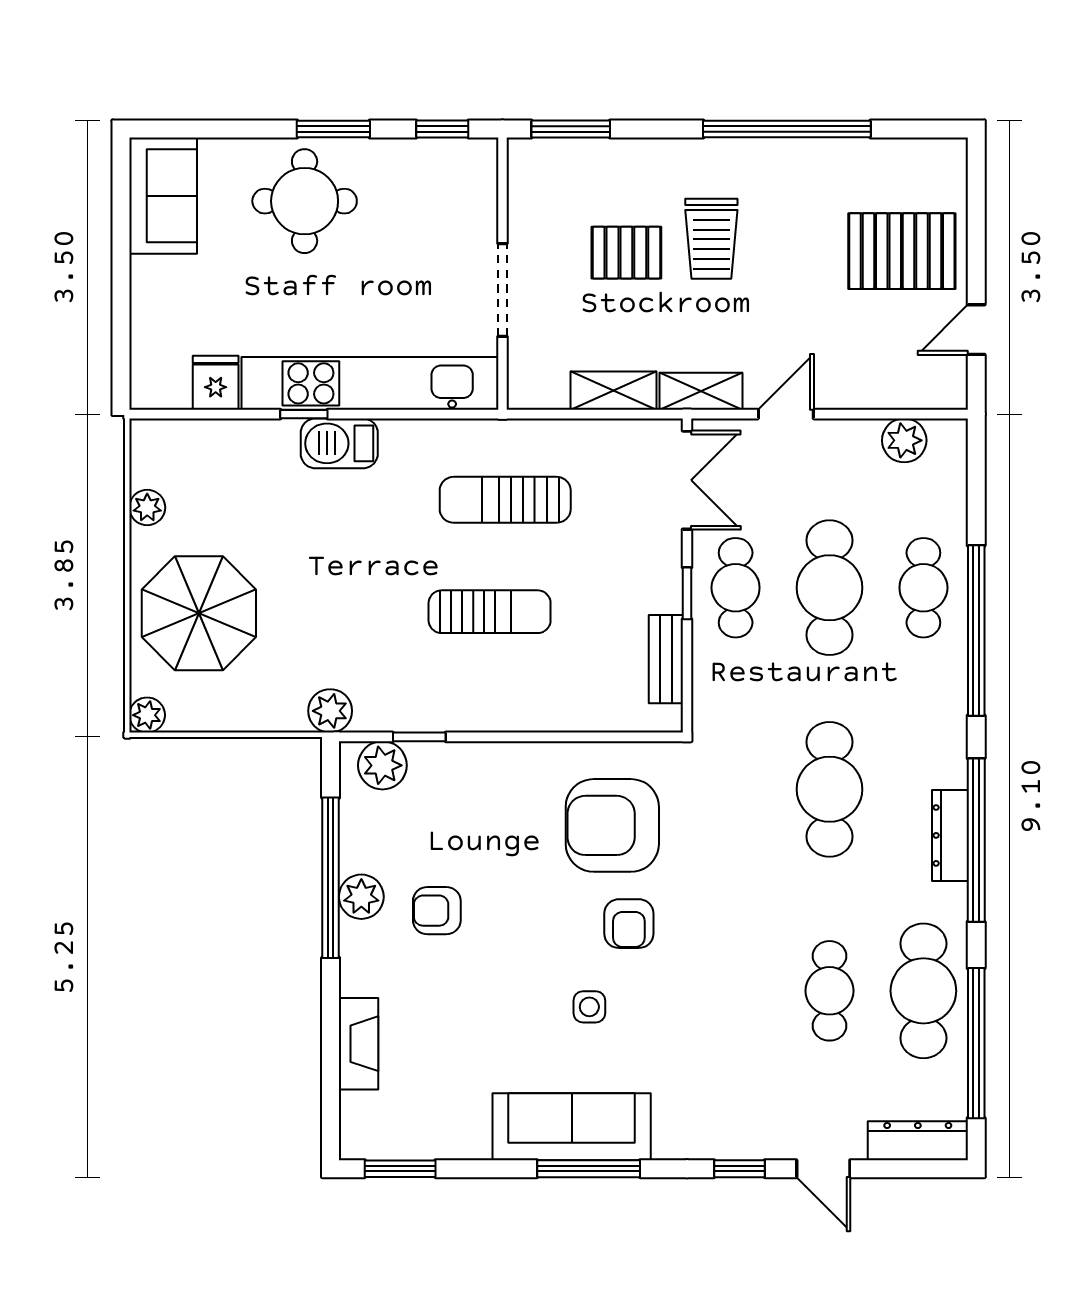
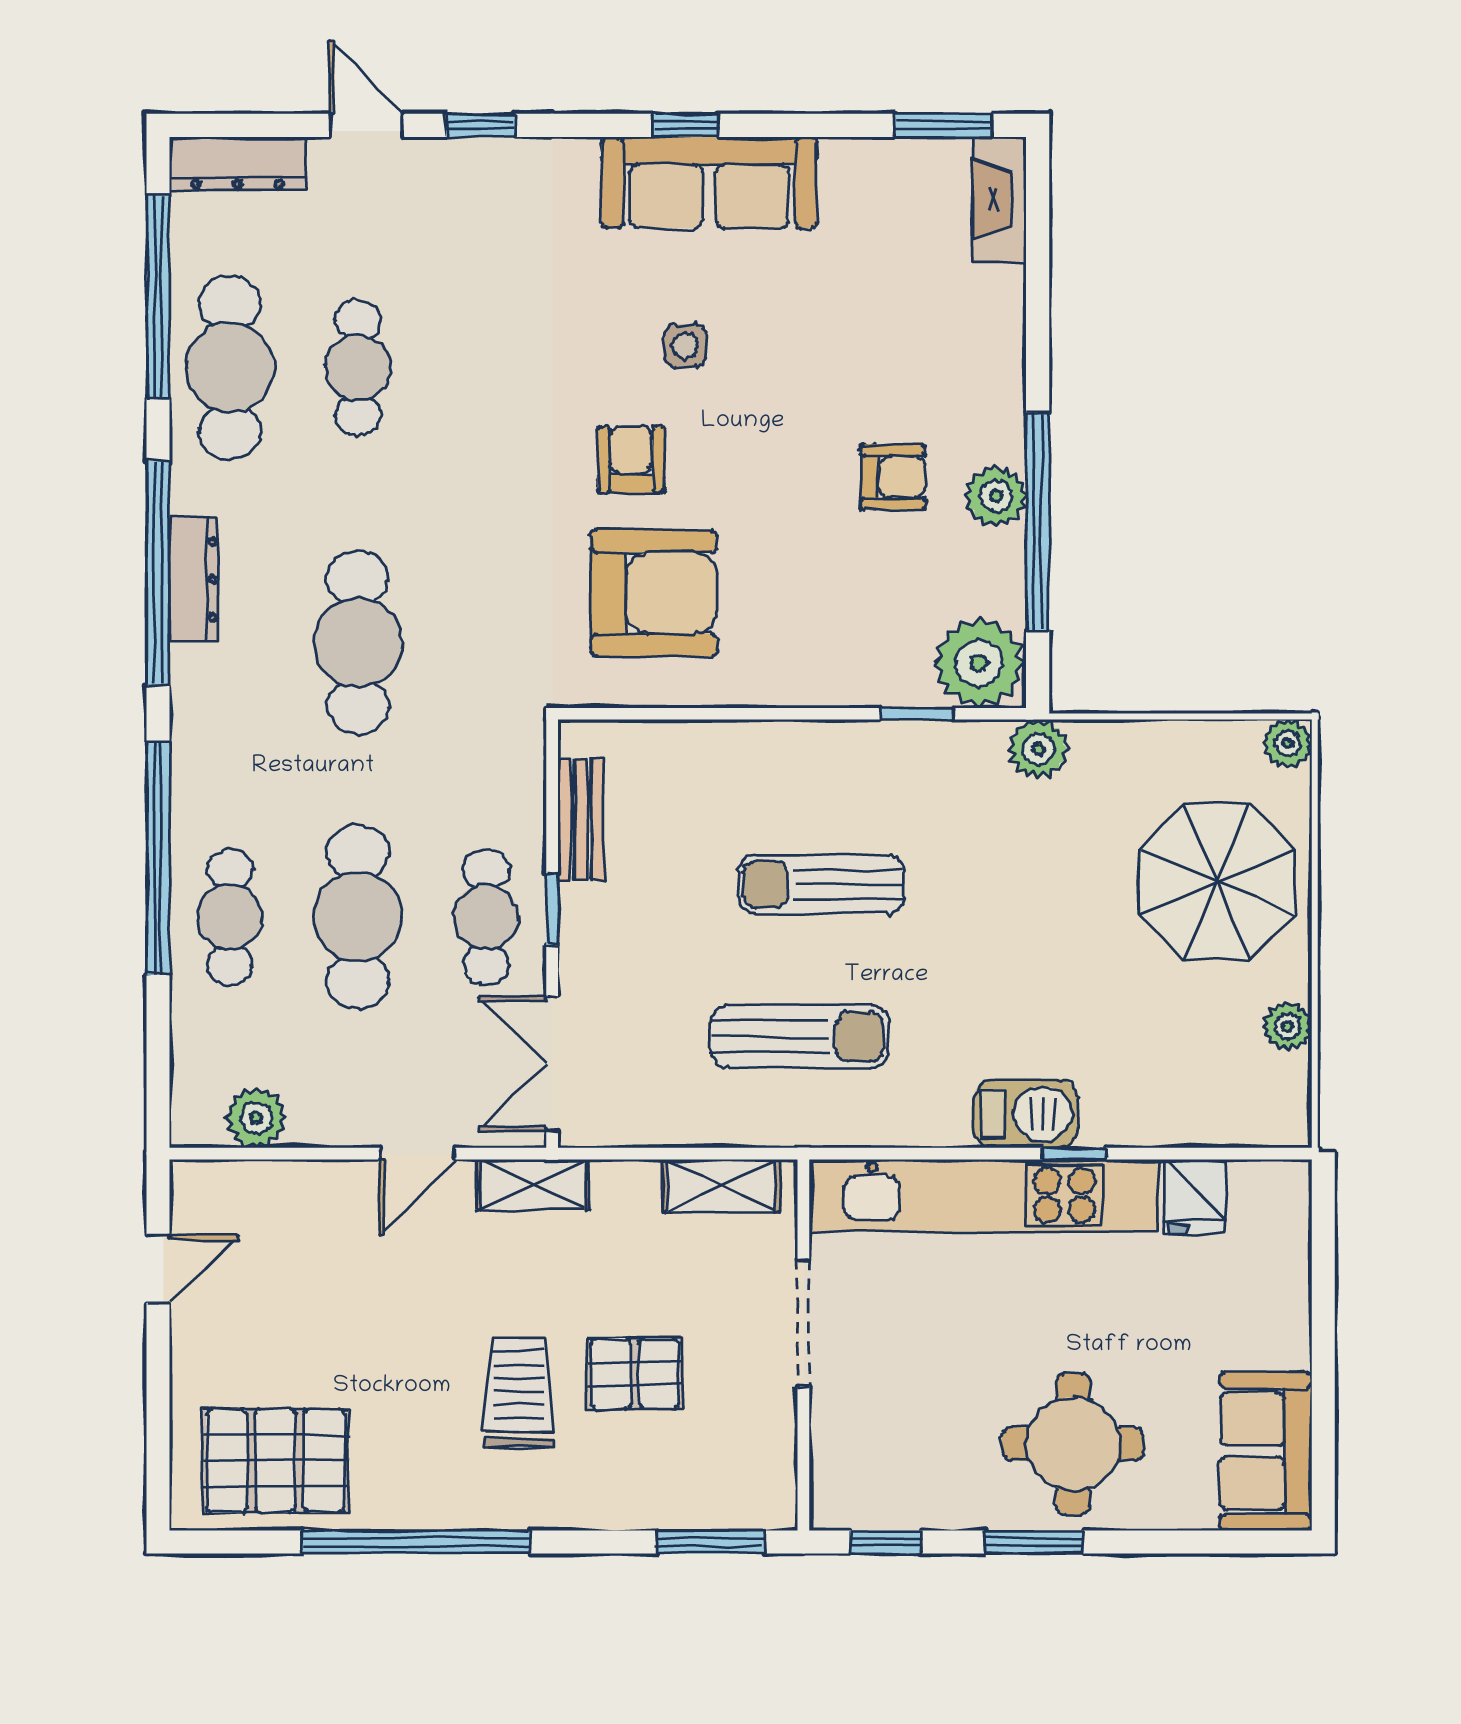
pallet: (902, 251) -> (275, 1461), moved
shelving: (613, 391) -> (721, 1186), moved
plant: (382, 765) -> (979, 663), width x1.36, depth x1.36
fireplace: (359, 1044) -> (1000, 199), moved
window: (589, 1169) -> (686, 125), width x0.46

